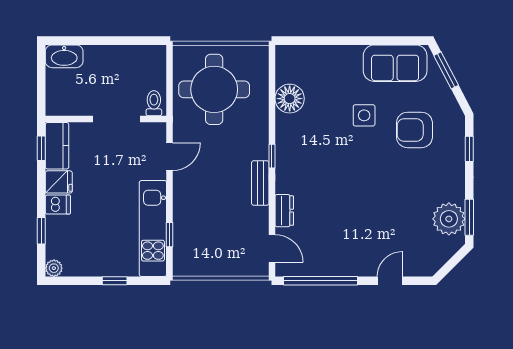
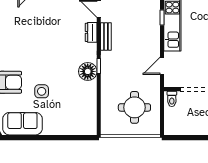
round table: (214, 89) -> (134, 107), width x0.73, depth x0.73
floor lamp: (290, 99) -> (88, 71), moved
bench: (260, 183) -> (106, 36), moved

